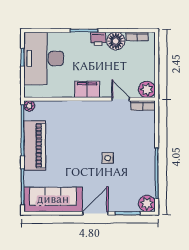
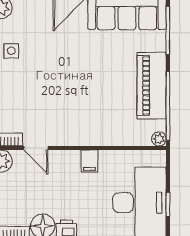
filing cabinet: (87, 89) -> (90, 161), width x0.50
side table: (108, 158) -> (11, 51), moved

